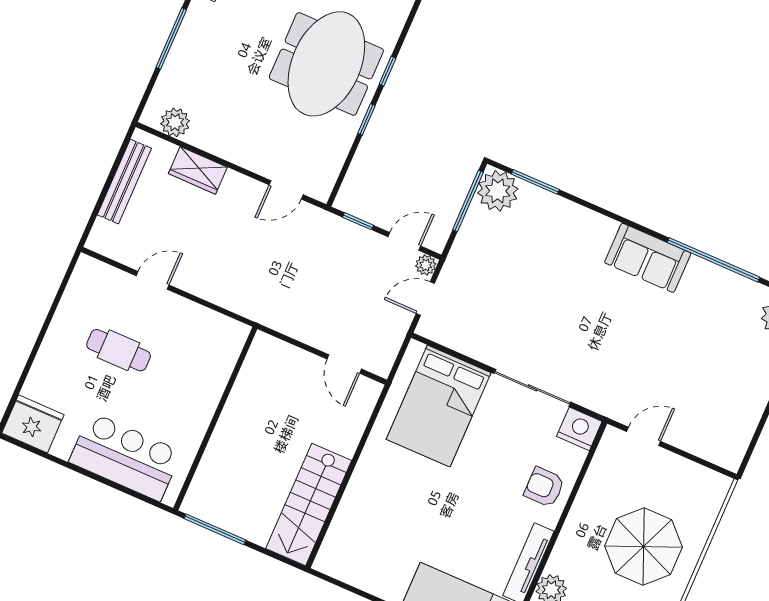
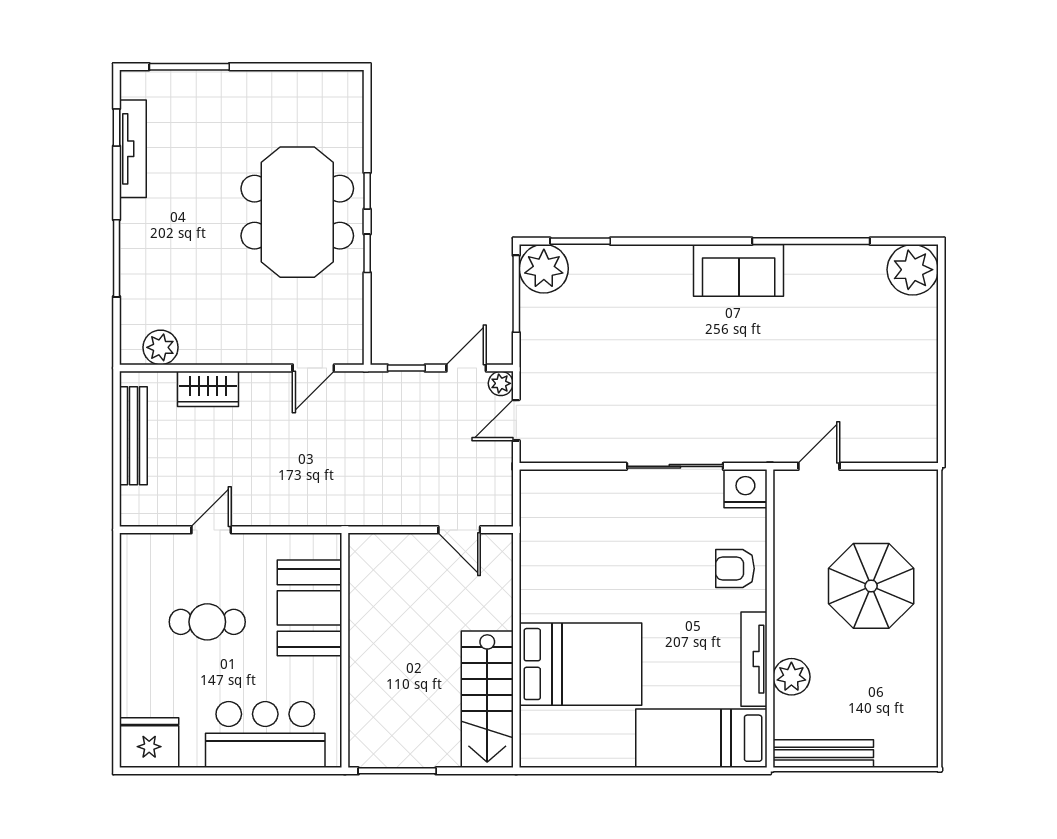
booth: (202, 374) -> (310, 608), added
bed: (439, 406) -> (580, 664), moved, turned -90

